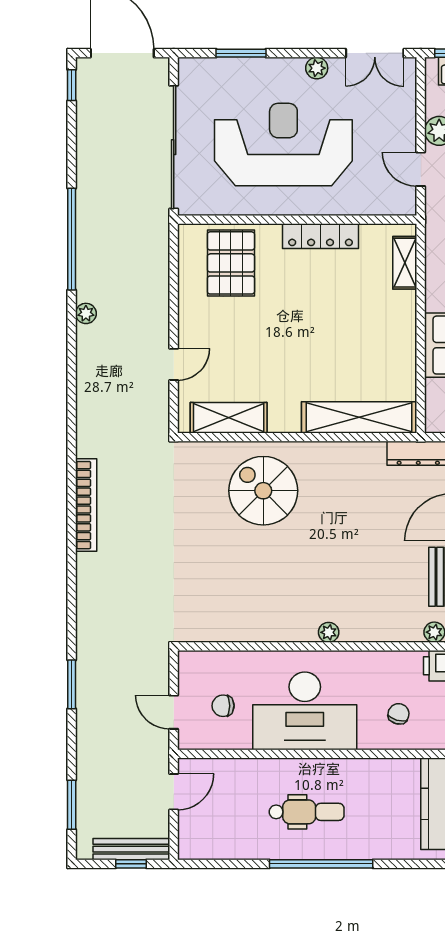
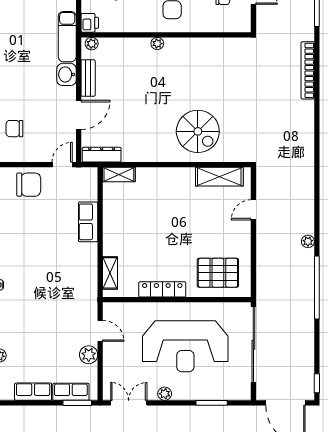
pallet: (231, 263) -> (218, 273), turned 90
shelving: (359, 417) -> (119, 175), width x0.45, depth x0.75
bookcase: (86, 505) -> (308, 70), moved

